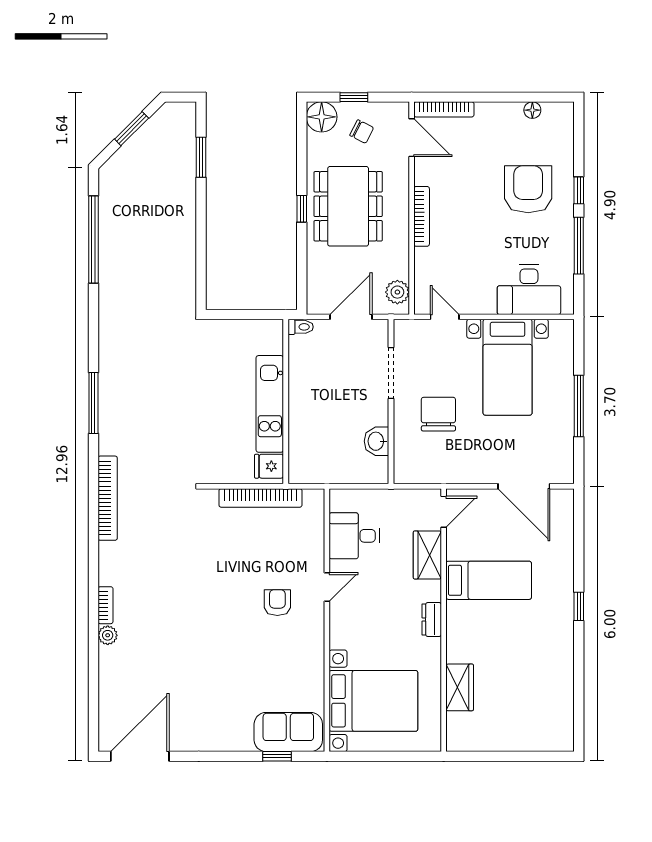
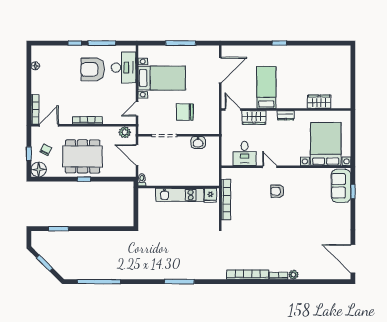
armchair: (528, 189) -> (93, 69), moved
bookcase: (108, 498) -> (248, 275), moved

